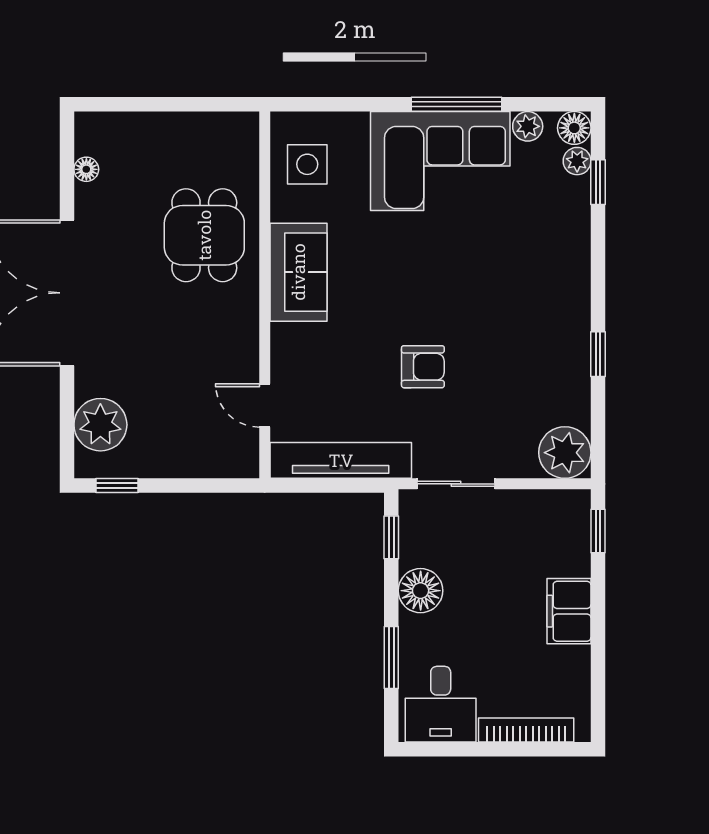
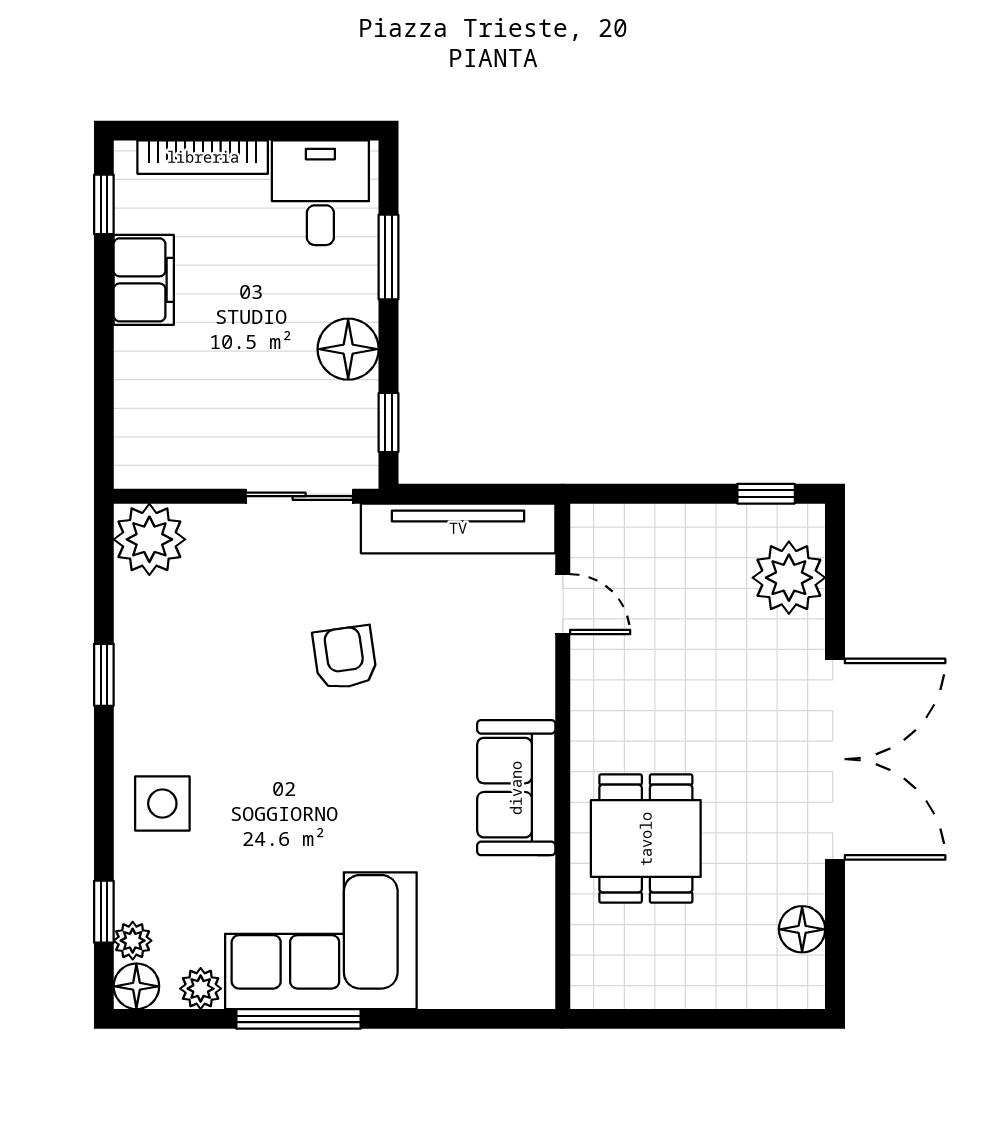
side table: (307, 164) -> (162, 803), moved
floor lamp: (86, 169) -> (802, 929), width x1.37, depth x1.37
armchair: (423, 367) -> (345, 658), turned 82
window: (598, 531) -> (104, 204), moved
filing cabinet: (569, 611) -> (144, 280), moved

